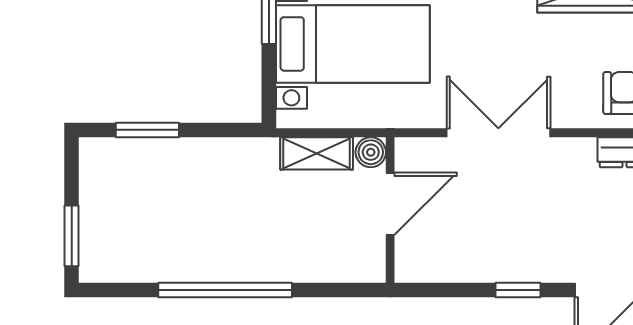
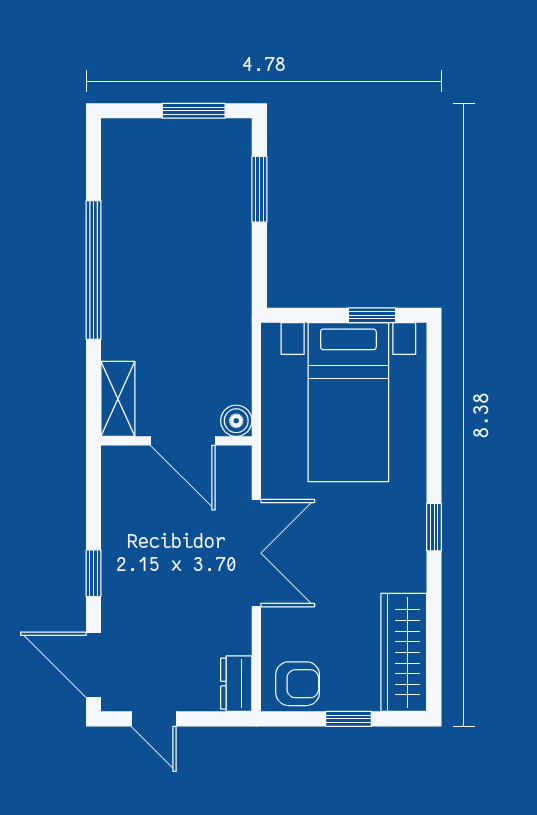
shelving: (317, 153) -> (118, 399), moved
window: (72, 236) -> (194, 111), moved

